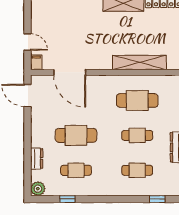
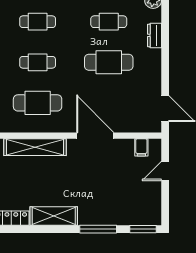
door: (27, 42) -> (165, 171), hinge flipped
filing cabinet: (36, 62) -> (141, 147), moved
door: (70, 72) -> (95, 136), moved

